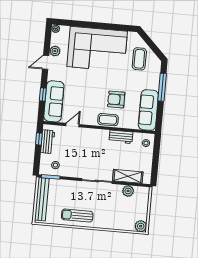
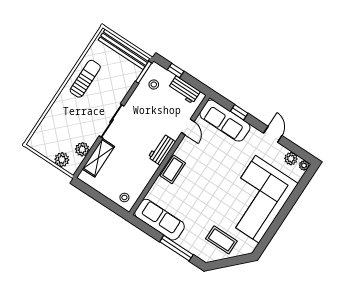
plant: (55, 51) -> (291, 159), moved
armchair: (116, 99) -> (190, 190), removed
workbench: (121, 137) -> (162, 150), moved
window: (39, 139) -> (176, 71), moved
plant: (141, 226) -> (62, 160), moved

